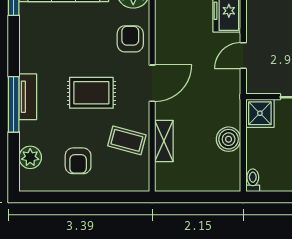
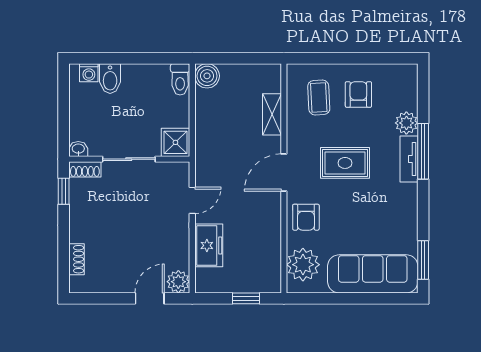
boiler: (229, 139) -> (207, 76), moved
coffee table: (127, 140) -> (319, 98), moved, turned 72
plant: (30, 157) -> (406, 123), moved
toilet: (253, 180) -> (180, 79), width x1.37, depth x1.39

